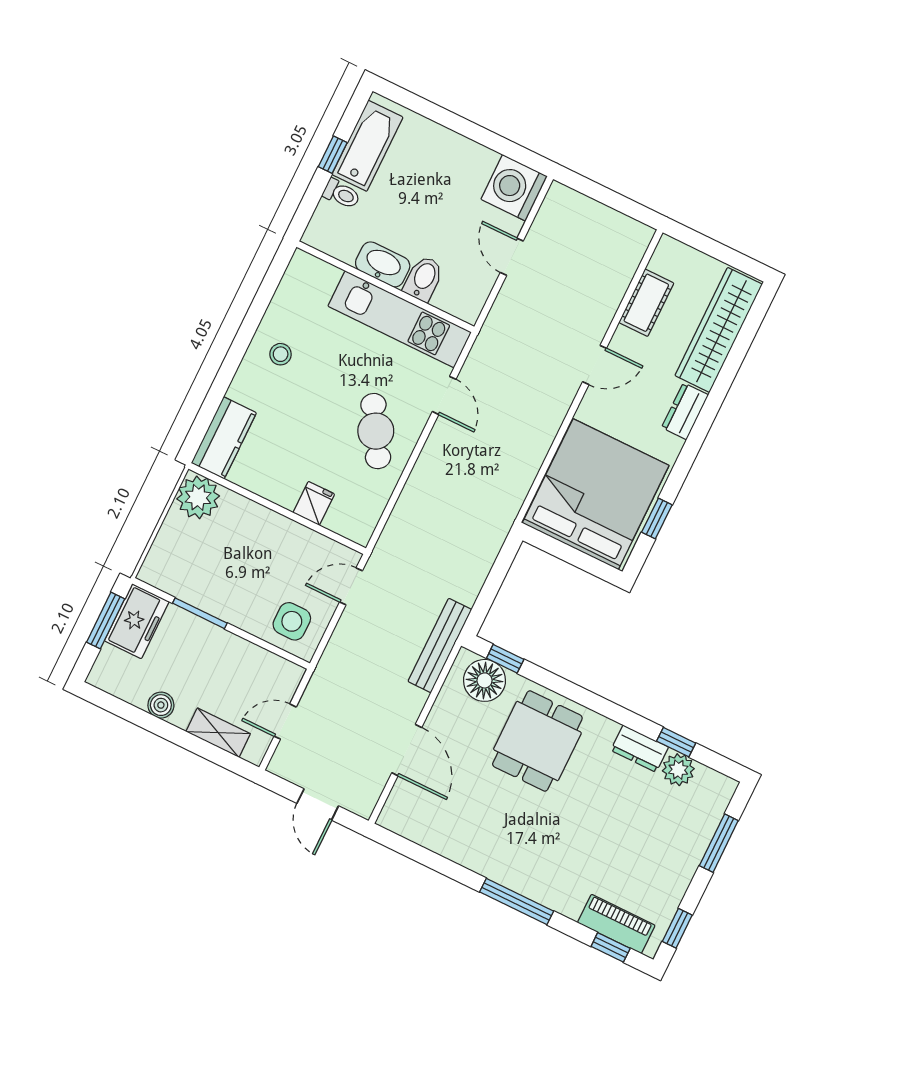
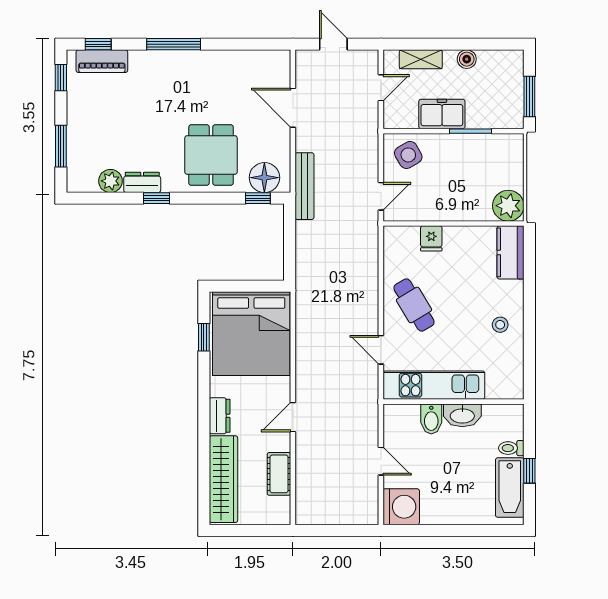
freezer: (137, 621) -> (442, 114), moved, turned 90
side table: (292, 621) -> (408, 155), turned -30
window: (676, 742) -> (157, 198), moved

